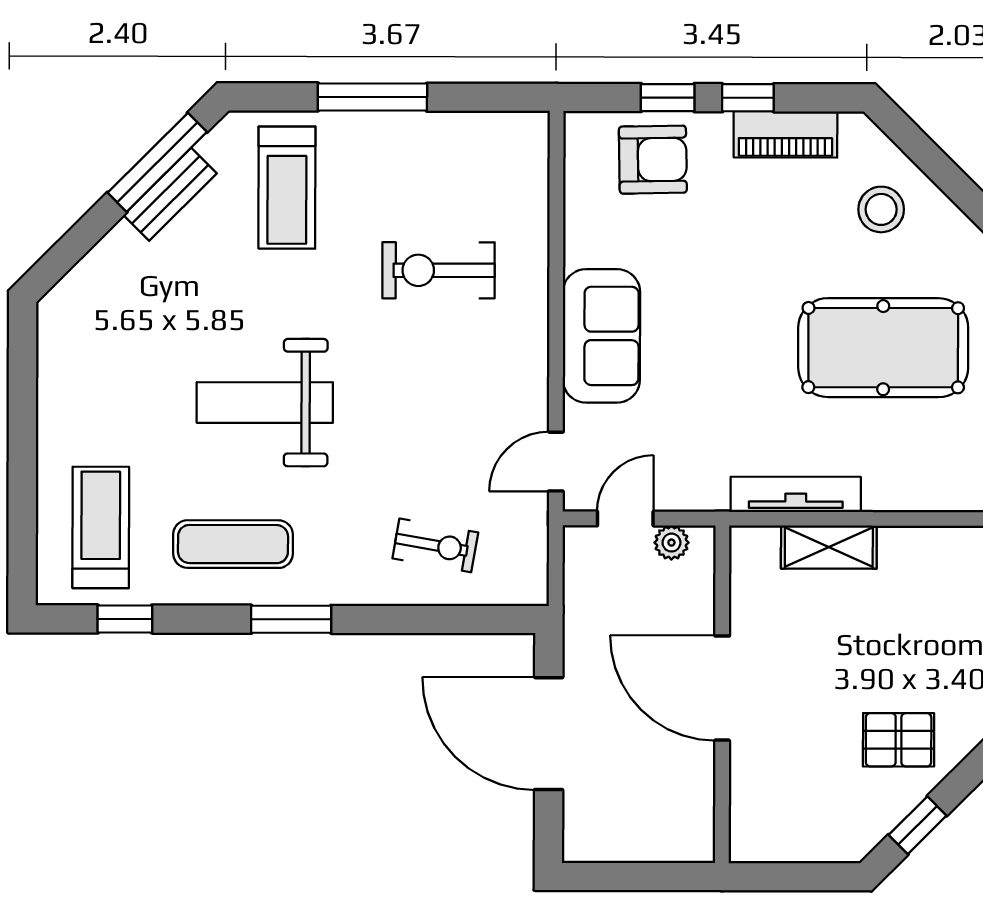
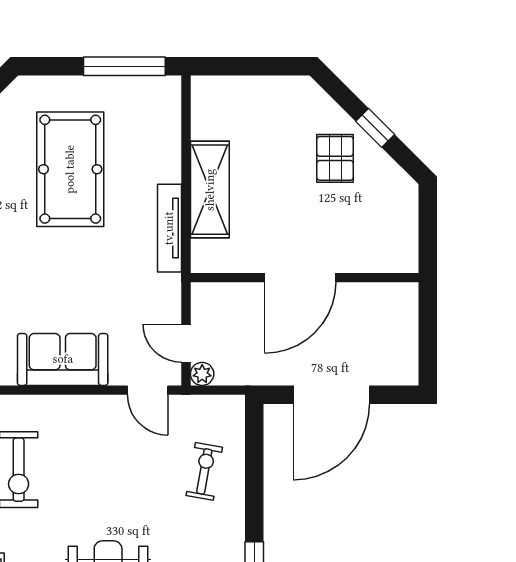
plant: (671, 543) -> (202, 374), moved
shelving: (829, 547) -> (210, 190), width x1.50, depth x1.33
window: (918, 825) -> (375, 128), moved

